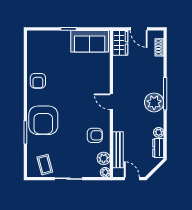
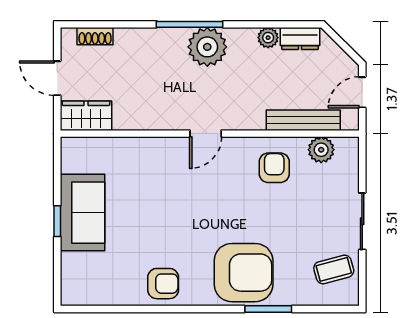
door: (139, 29) -> (57, 78), swing flipped
sofa: (90, 41) -> (82, 213), moved
plant: (105, 172) -> (349, 147), removed

